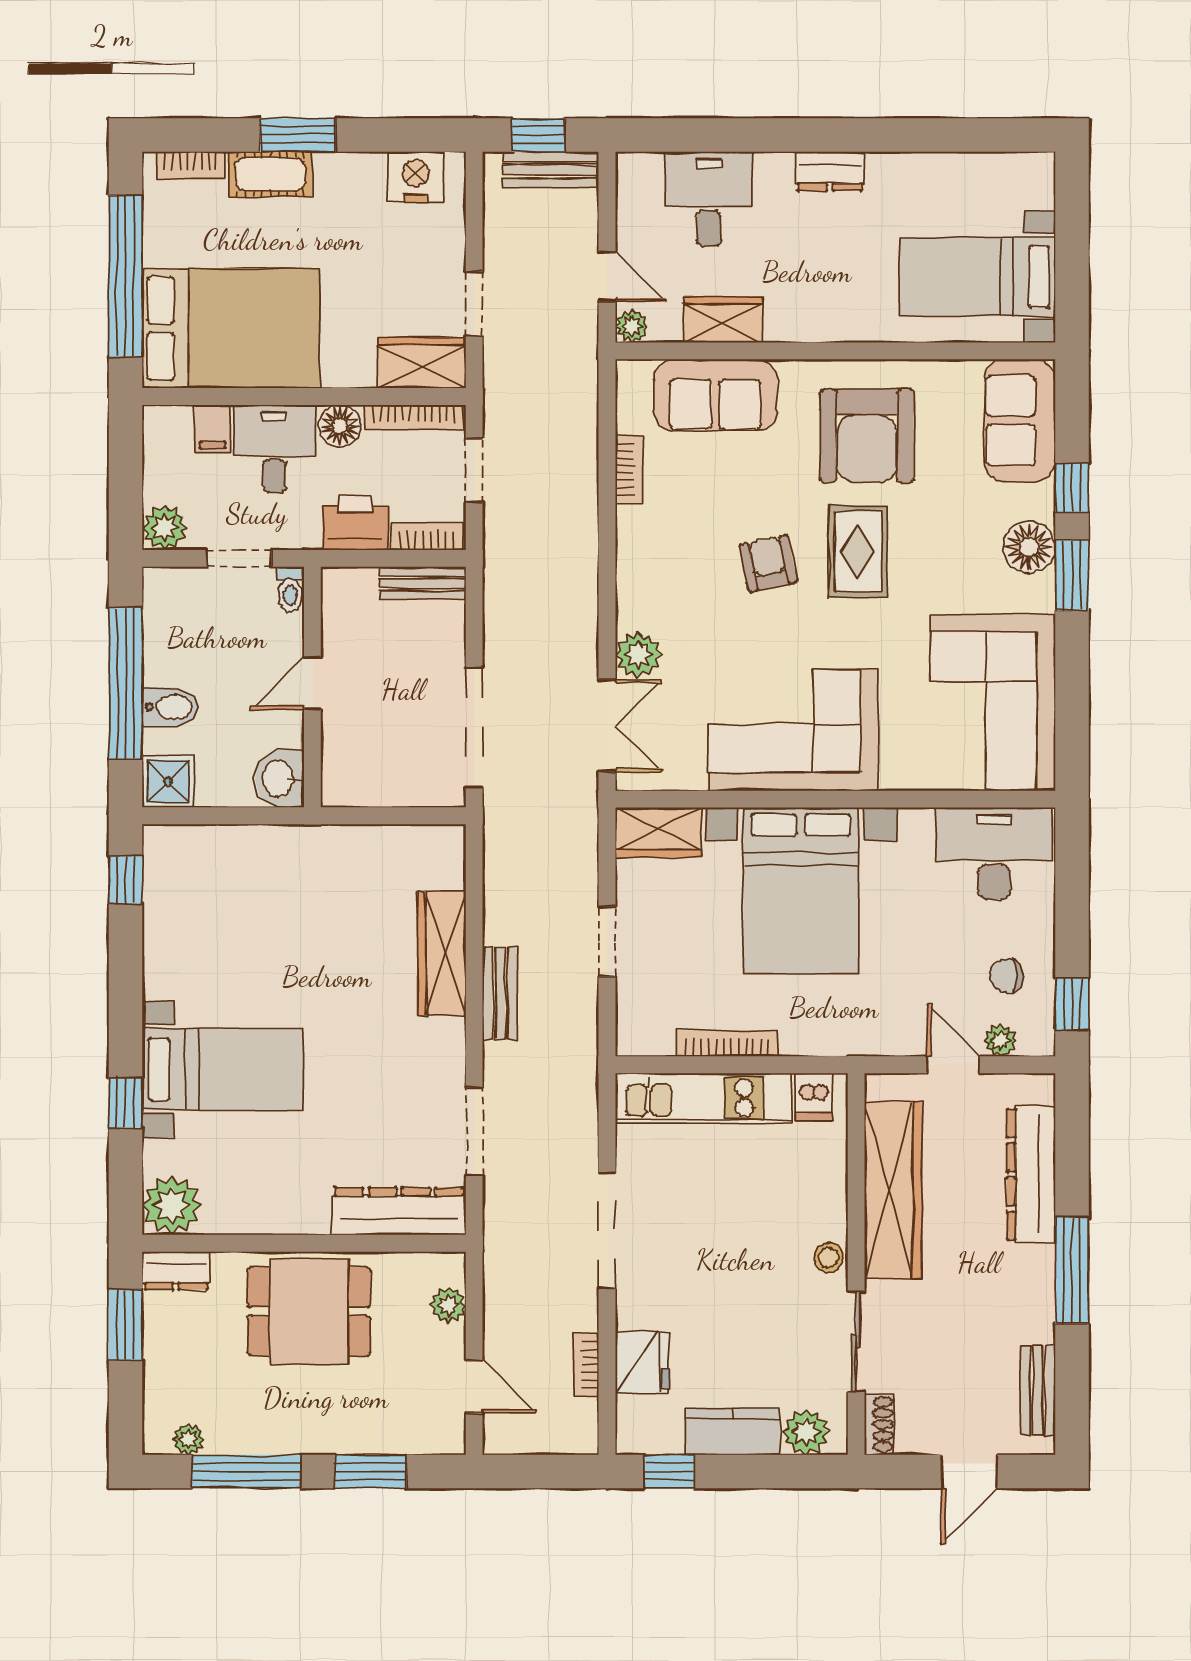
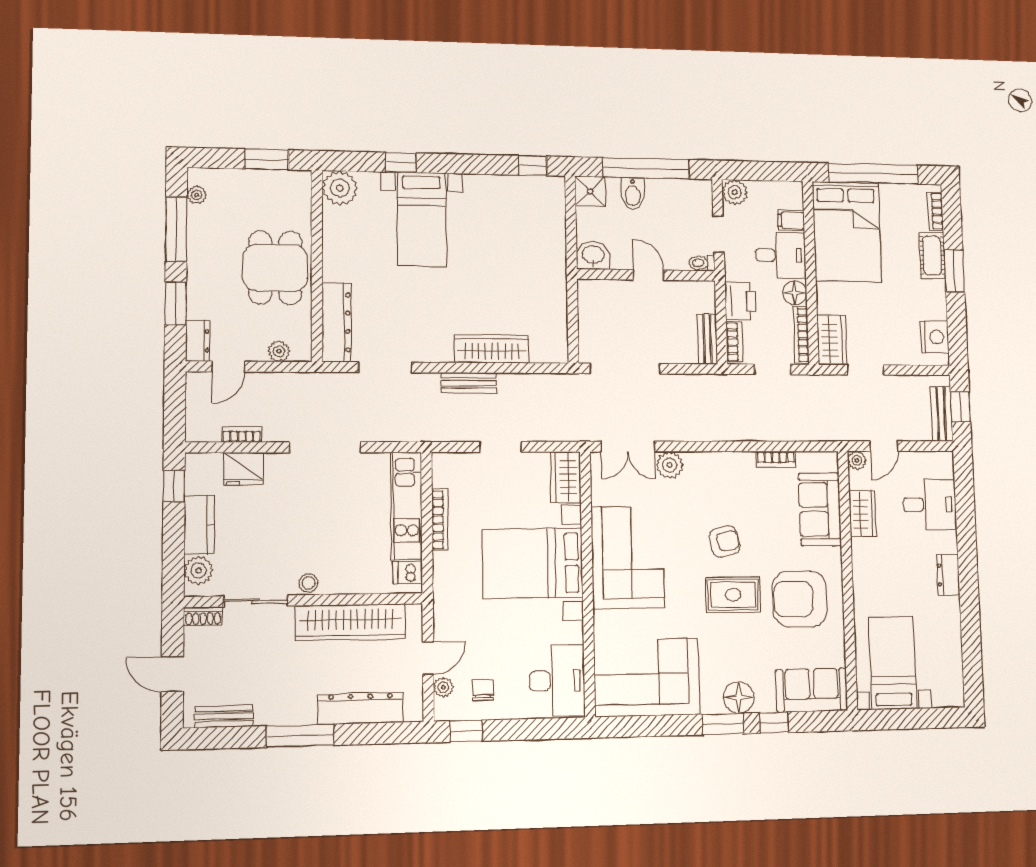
dresser: (176, 1271) -> (198, 341), moved, turned 180

